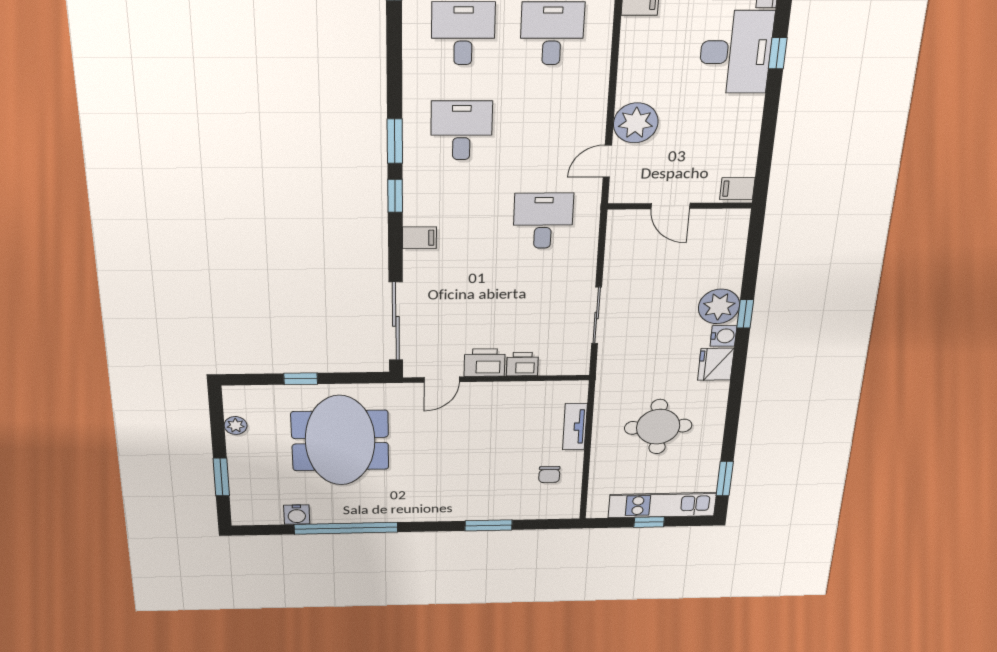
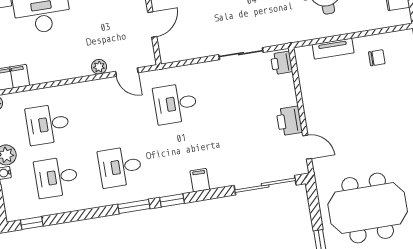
plant: (636, 123) -> (99, 67), width x0.53, depth x0.53
printer: (522, 364) -> (281, 63), moved

